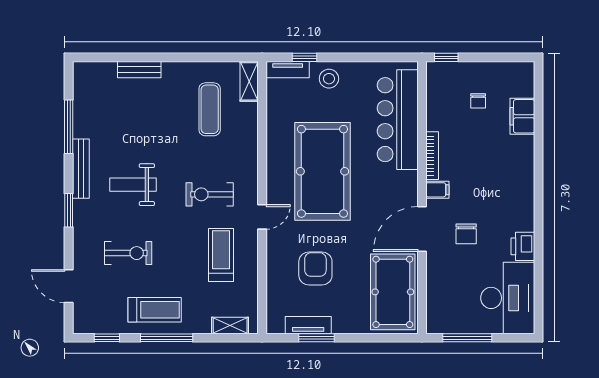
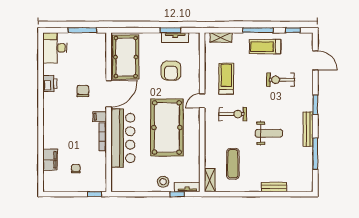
bar counter: (398, 120) -> (123, 138), moved
weight bench: (133, 185) -> (269, 133), moved
treadmill: (221, 255) -> (226, 79), turned 180
desk: (508, 298) -> (55, 48), width x0.73, depth x0.77

